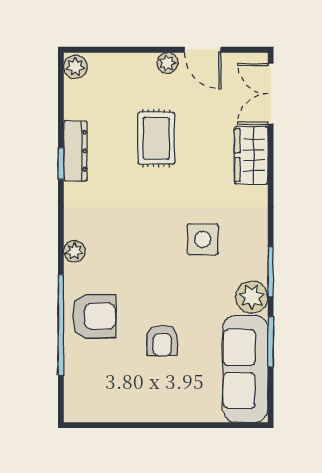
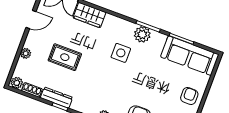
plant: (167, 63) -> (26, 53), moved
shoe rack: (73, 100) -> (32, 90), added
plant: (252, 297) -> (142, 34), moved
armchair: (162, 340) -> (189, 96), moved, turned -90

